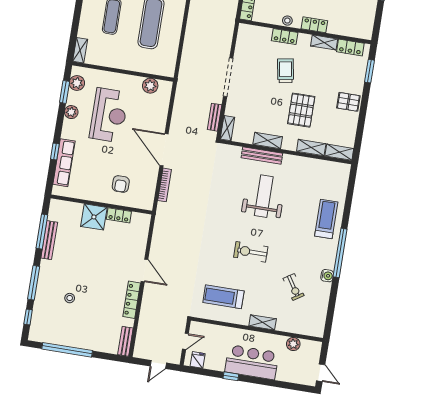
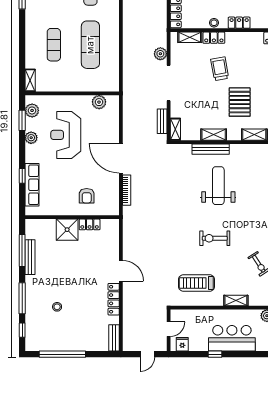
shelving: (324, 42) -> (190, 37), moved
plant: (225, 44) -> (160, 54), added
reception desk: (109, 115) -> (66, 135), turned 180

